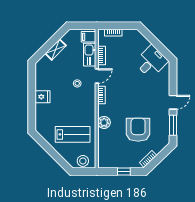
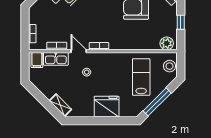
shelving: (56, 50) -> (60, 105), moved
fridge: (42, 97) -> (107, 107), width x1.88, depth x1.34
plant: (104, 122) -> (167, 43), moved
window: (49, 149) -> (157, 102), added

